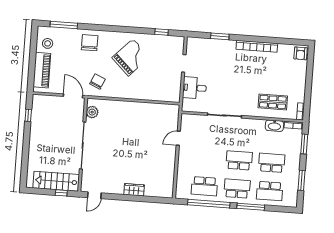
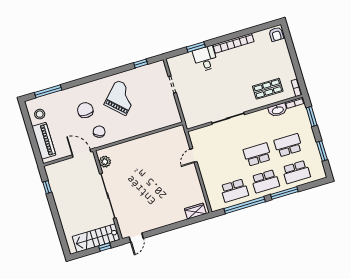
chair: (90, 43) -> (85, 110), moved
desk: (195, 88) -> (205, 59), moved, turned 90
school desk: (237, 189) -> (265, 181), turned 180
wardrobe: (134, 190) -> (195, 211), moved

